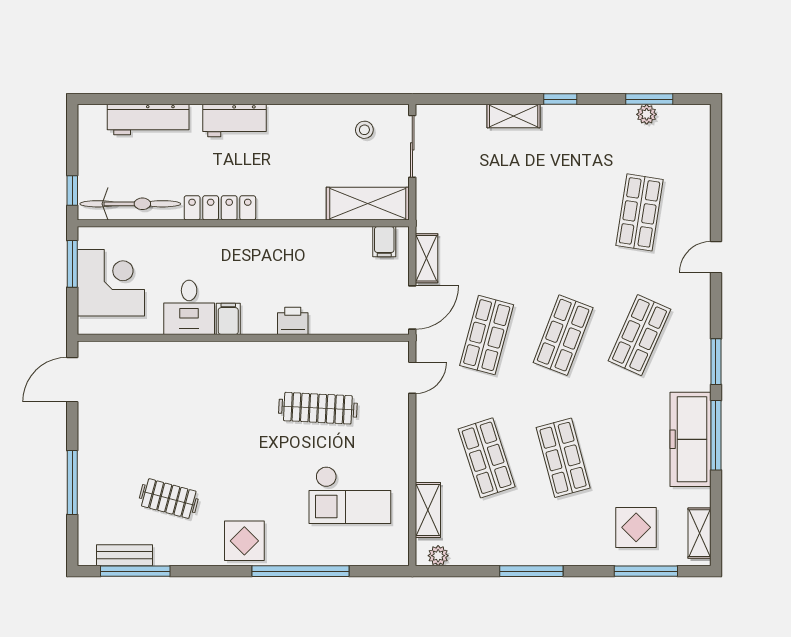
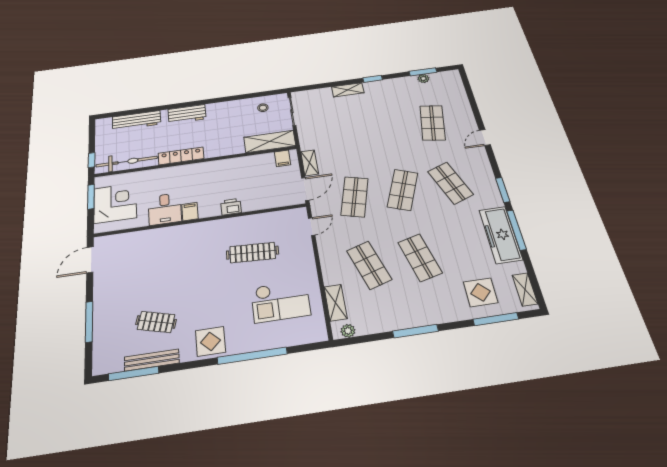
shop shelf: (640, 335) -> (450, 183), turned -45
bench: (125, 555) -> (152, 360), moved, width x1.36

